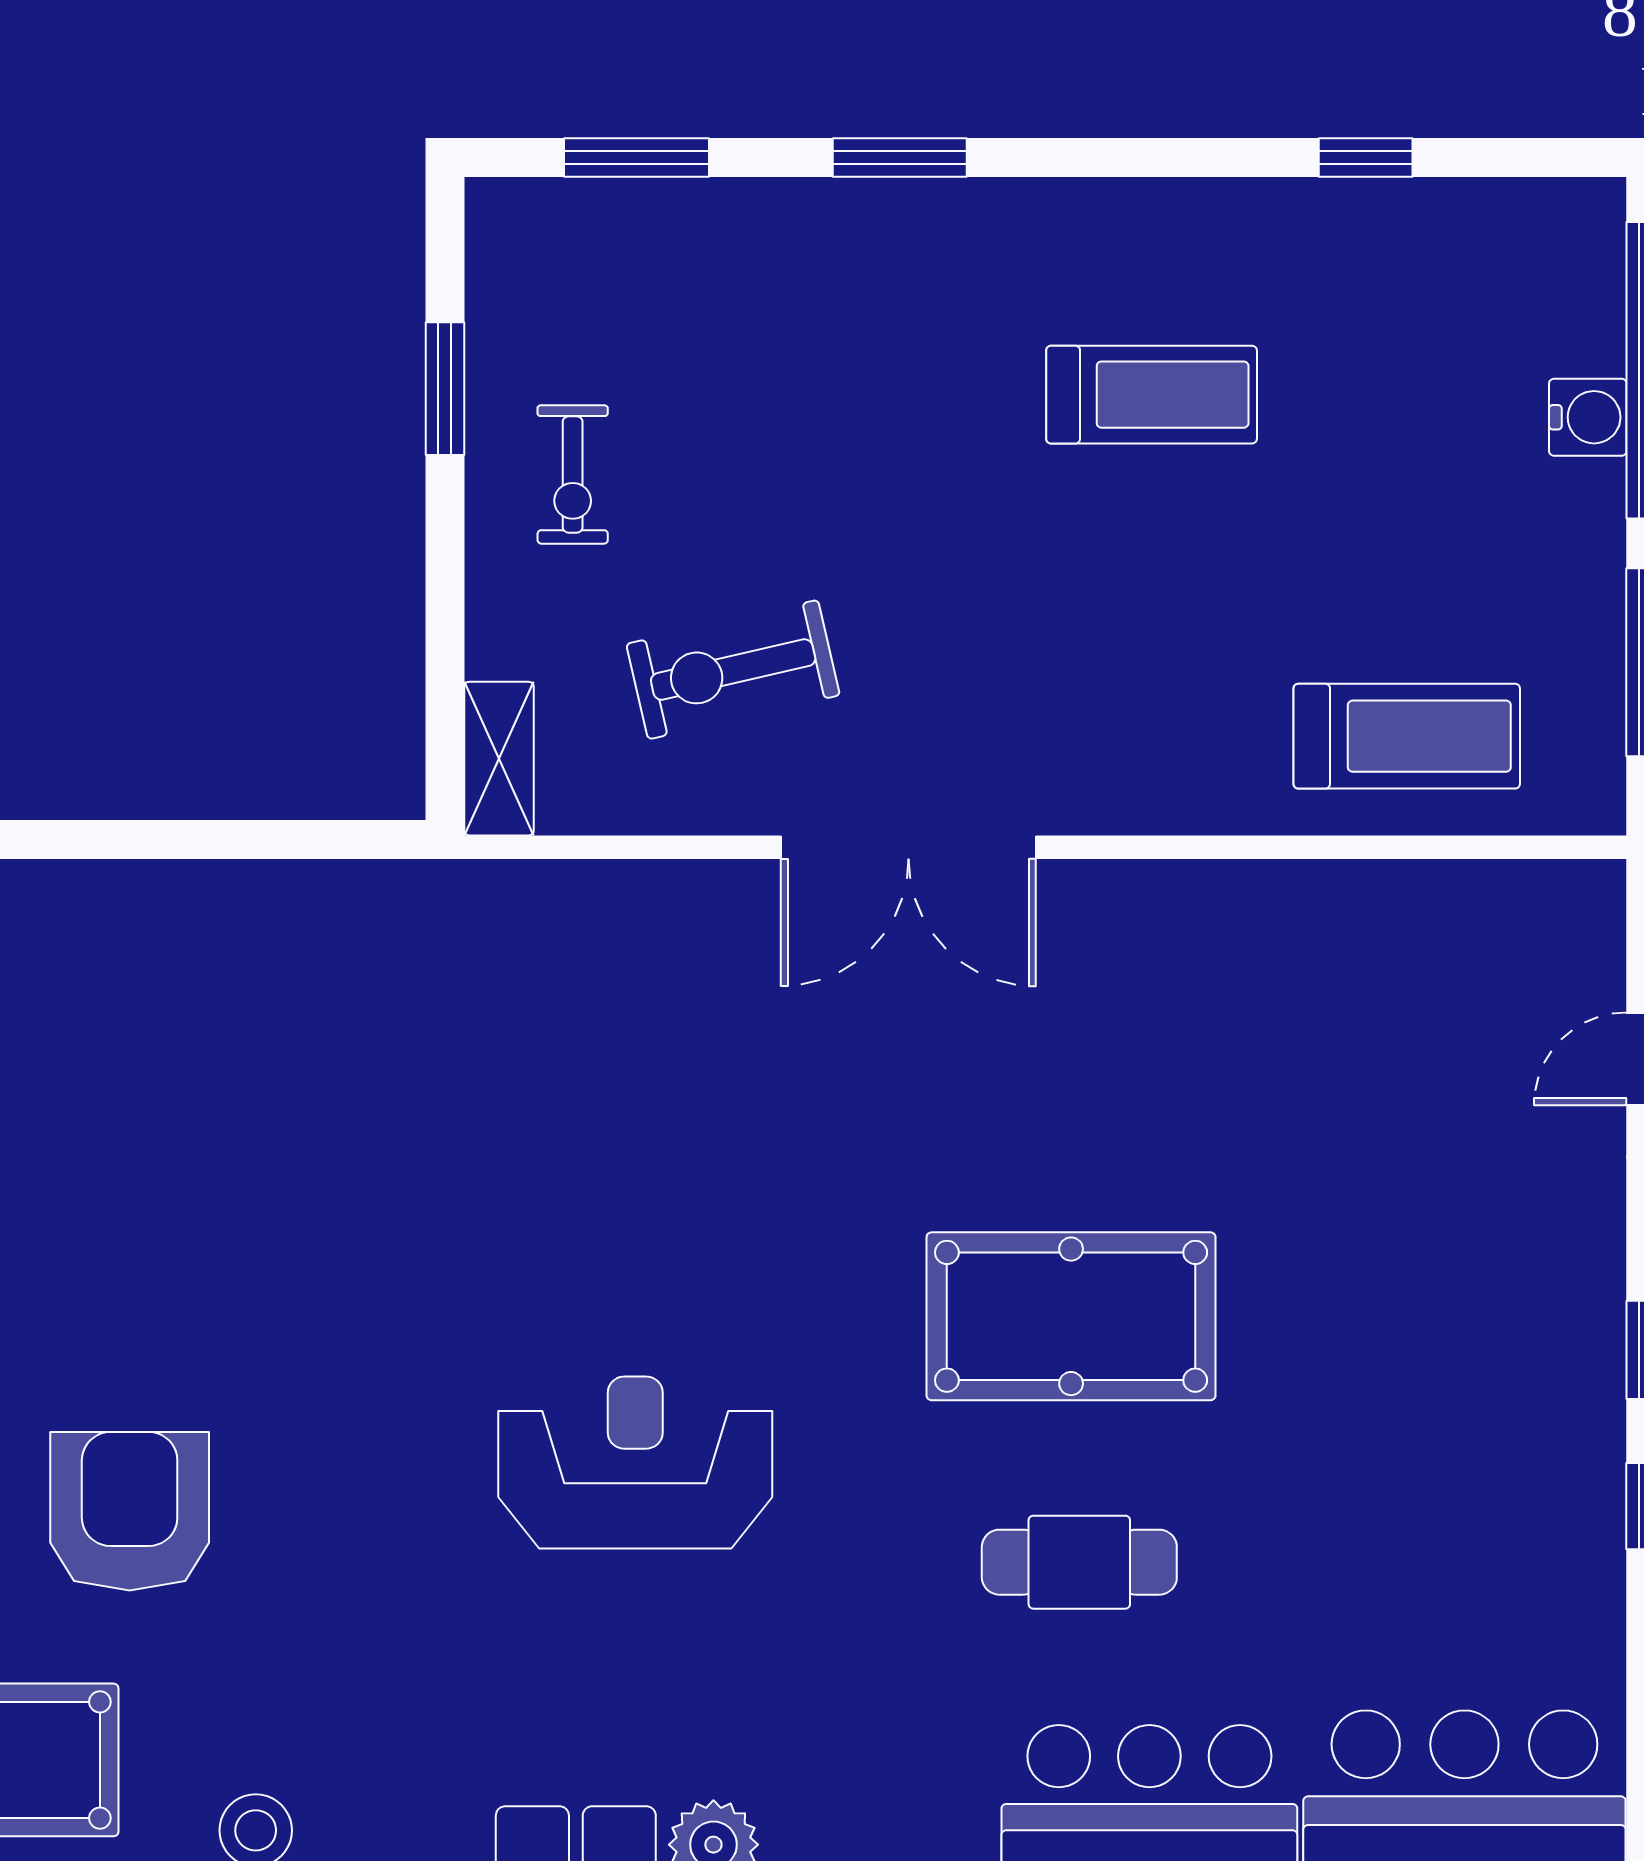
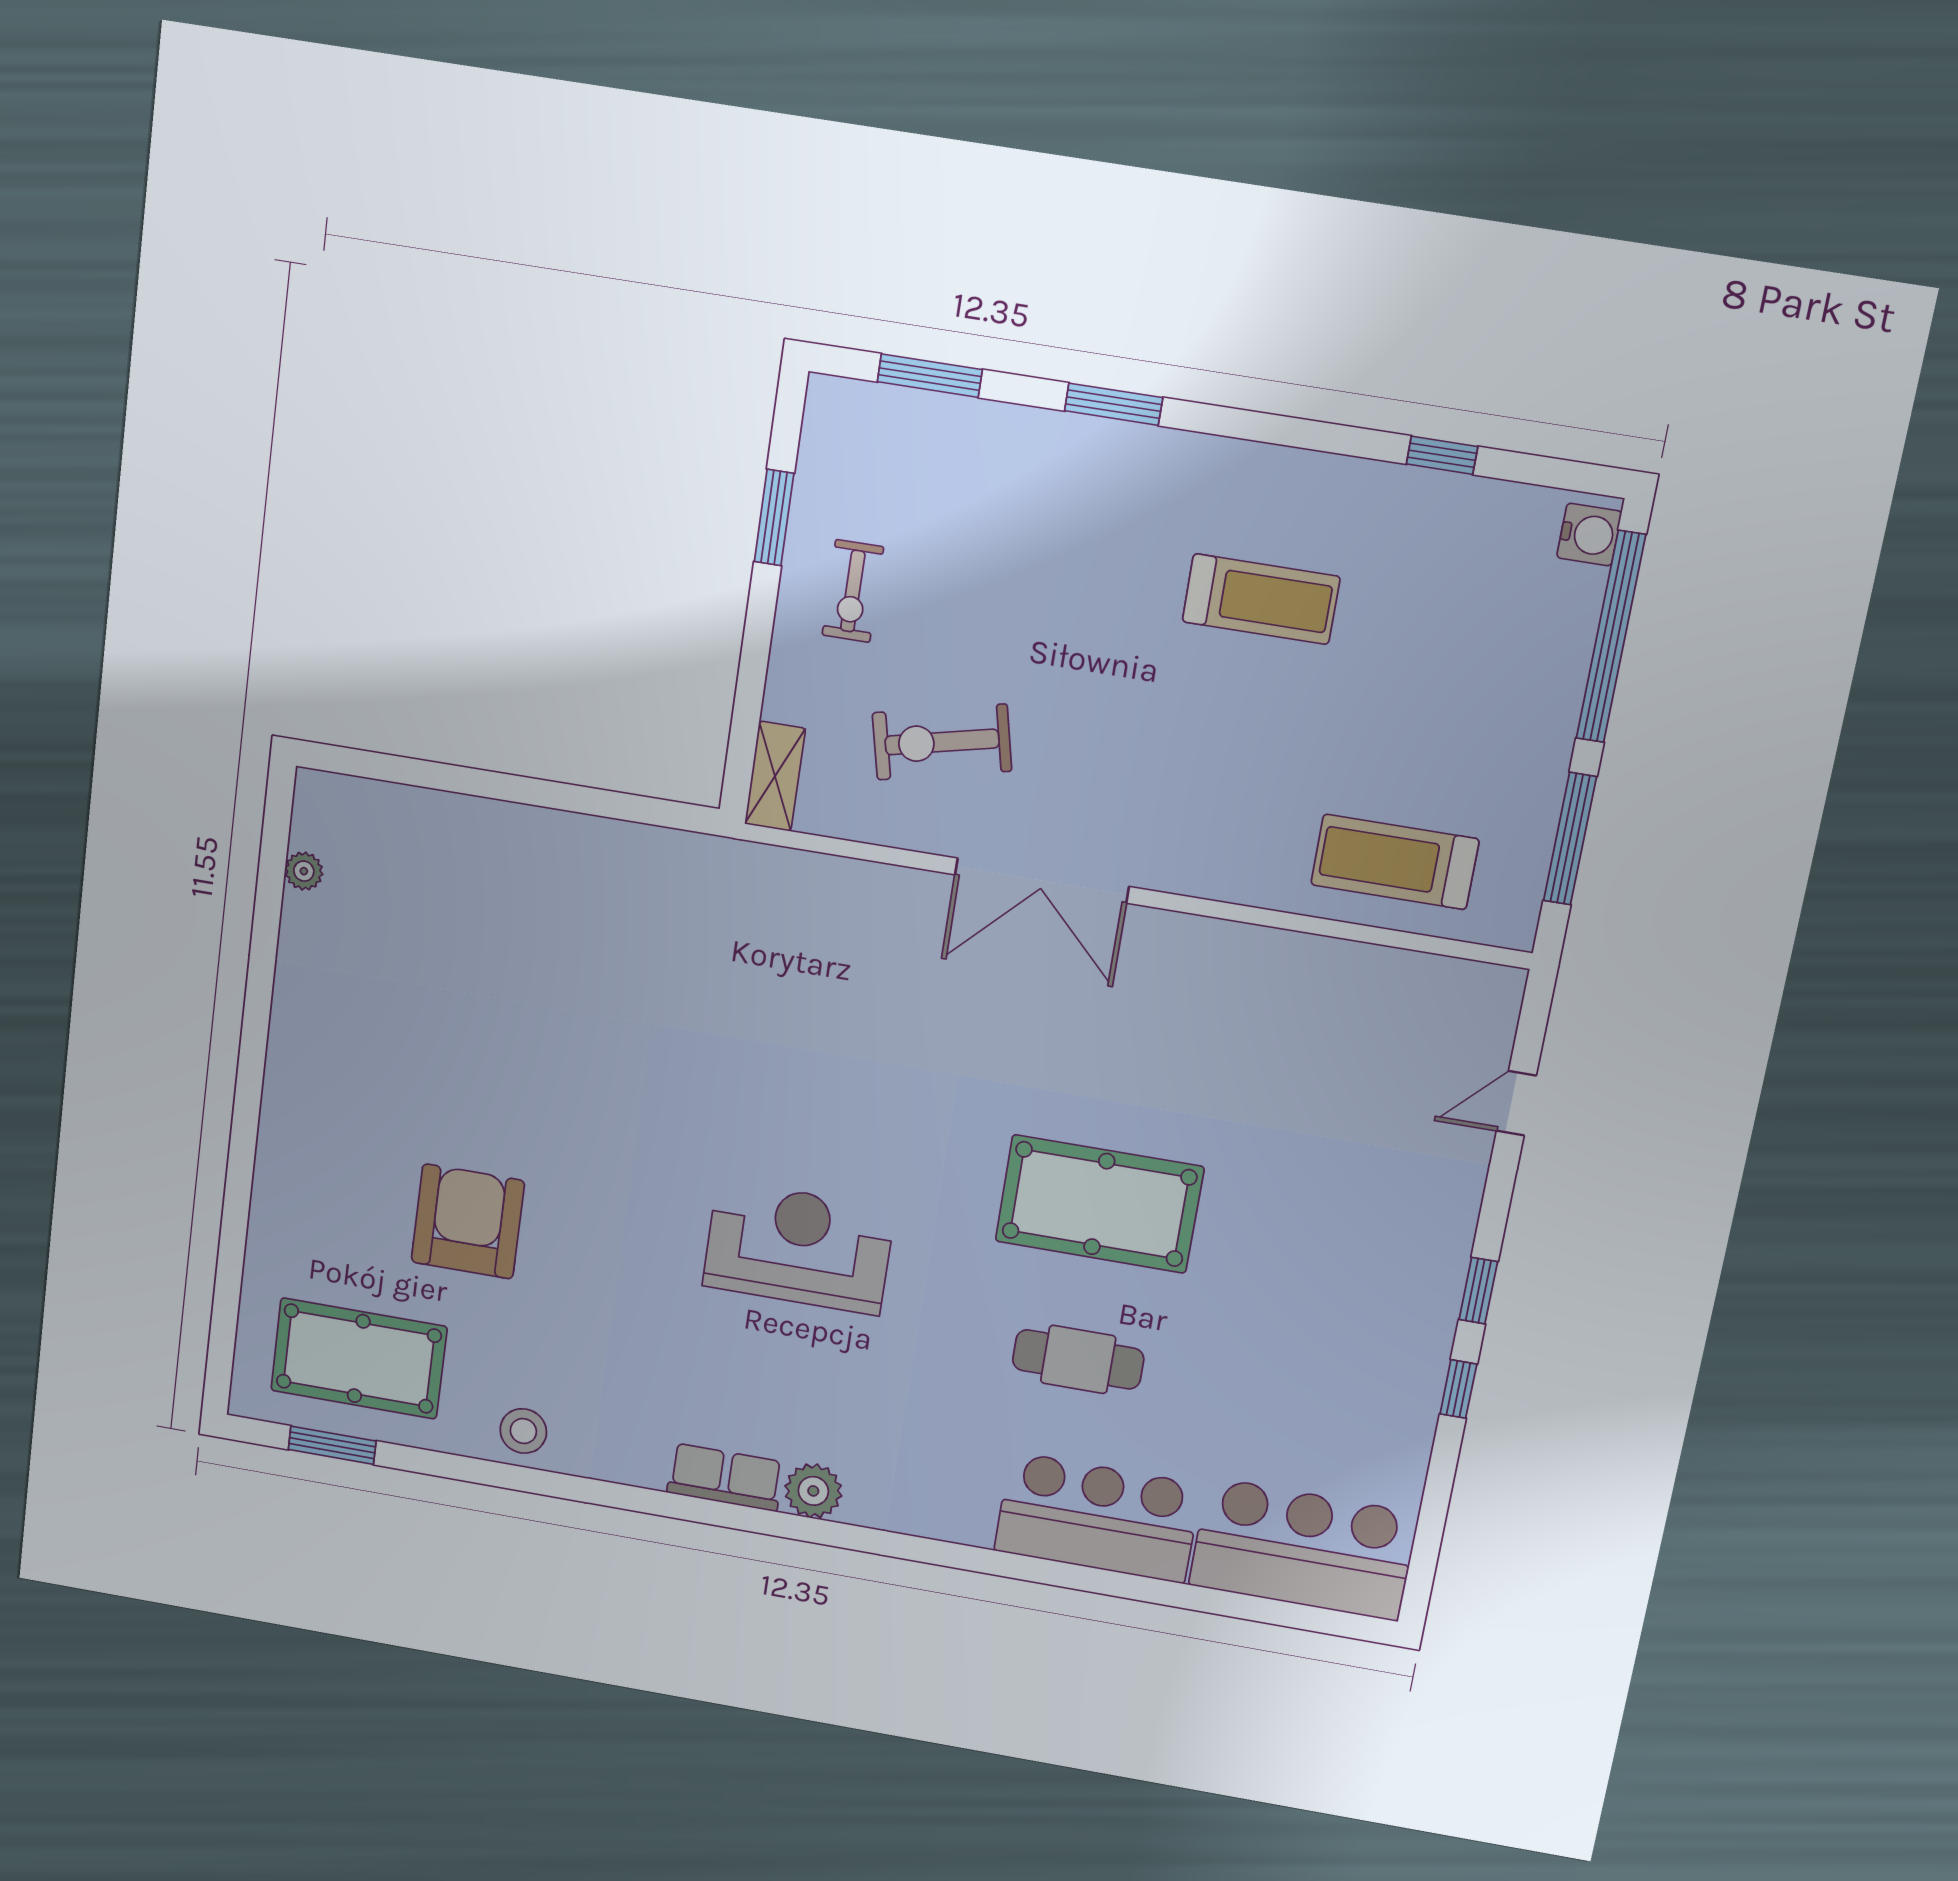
water cooler: (1588, 417) -> (1589, 535), moved
treadmill: (1407, 736) -> (1395, 862), turned 180

